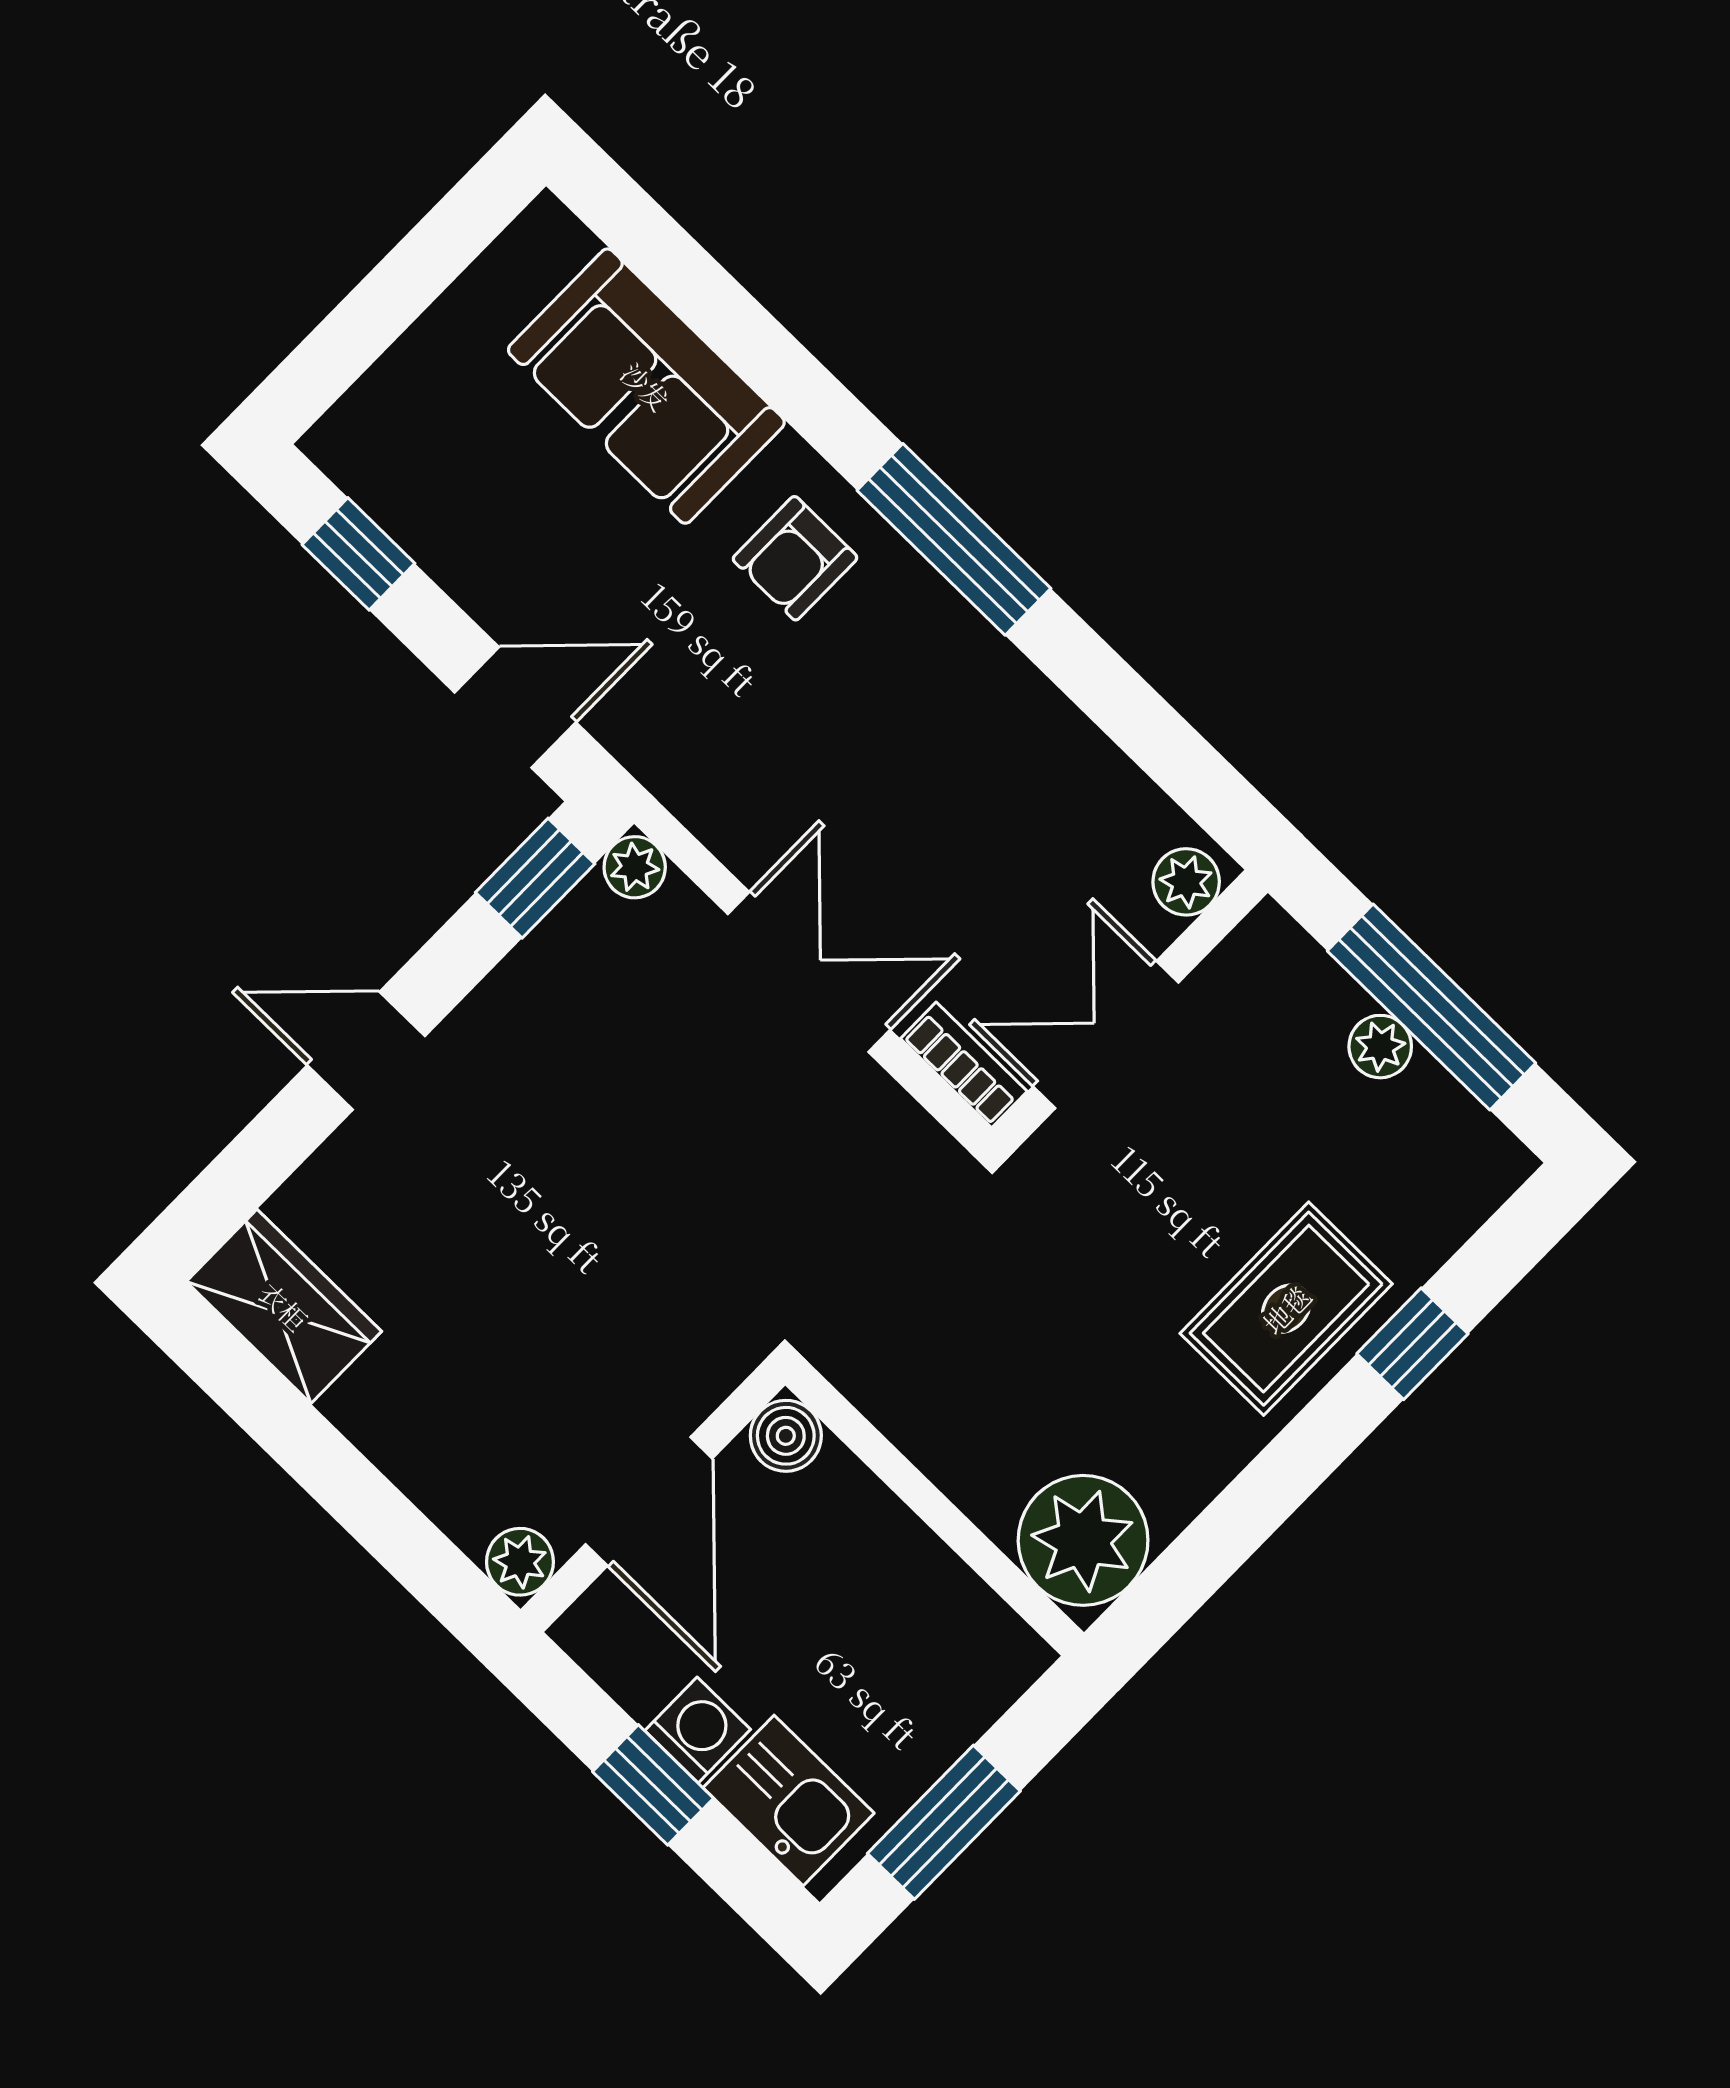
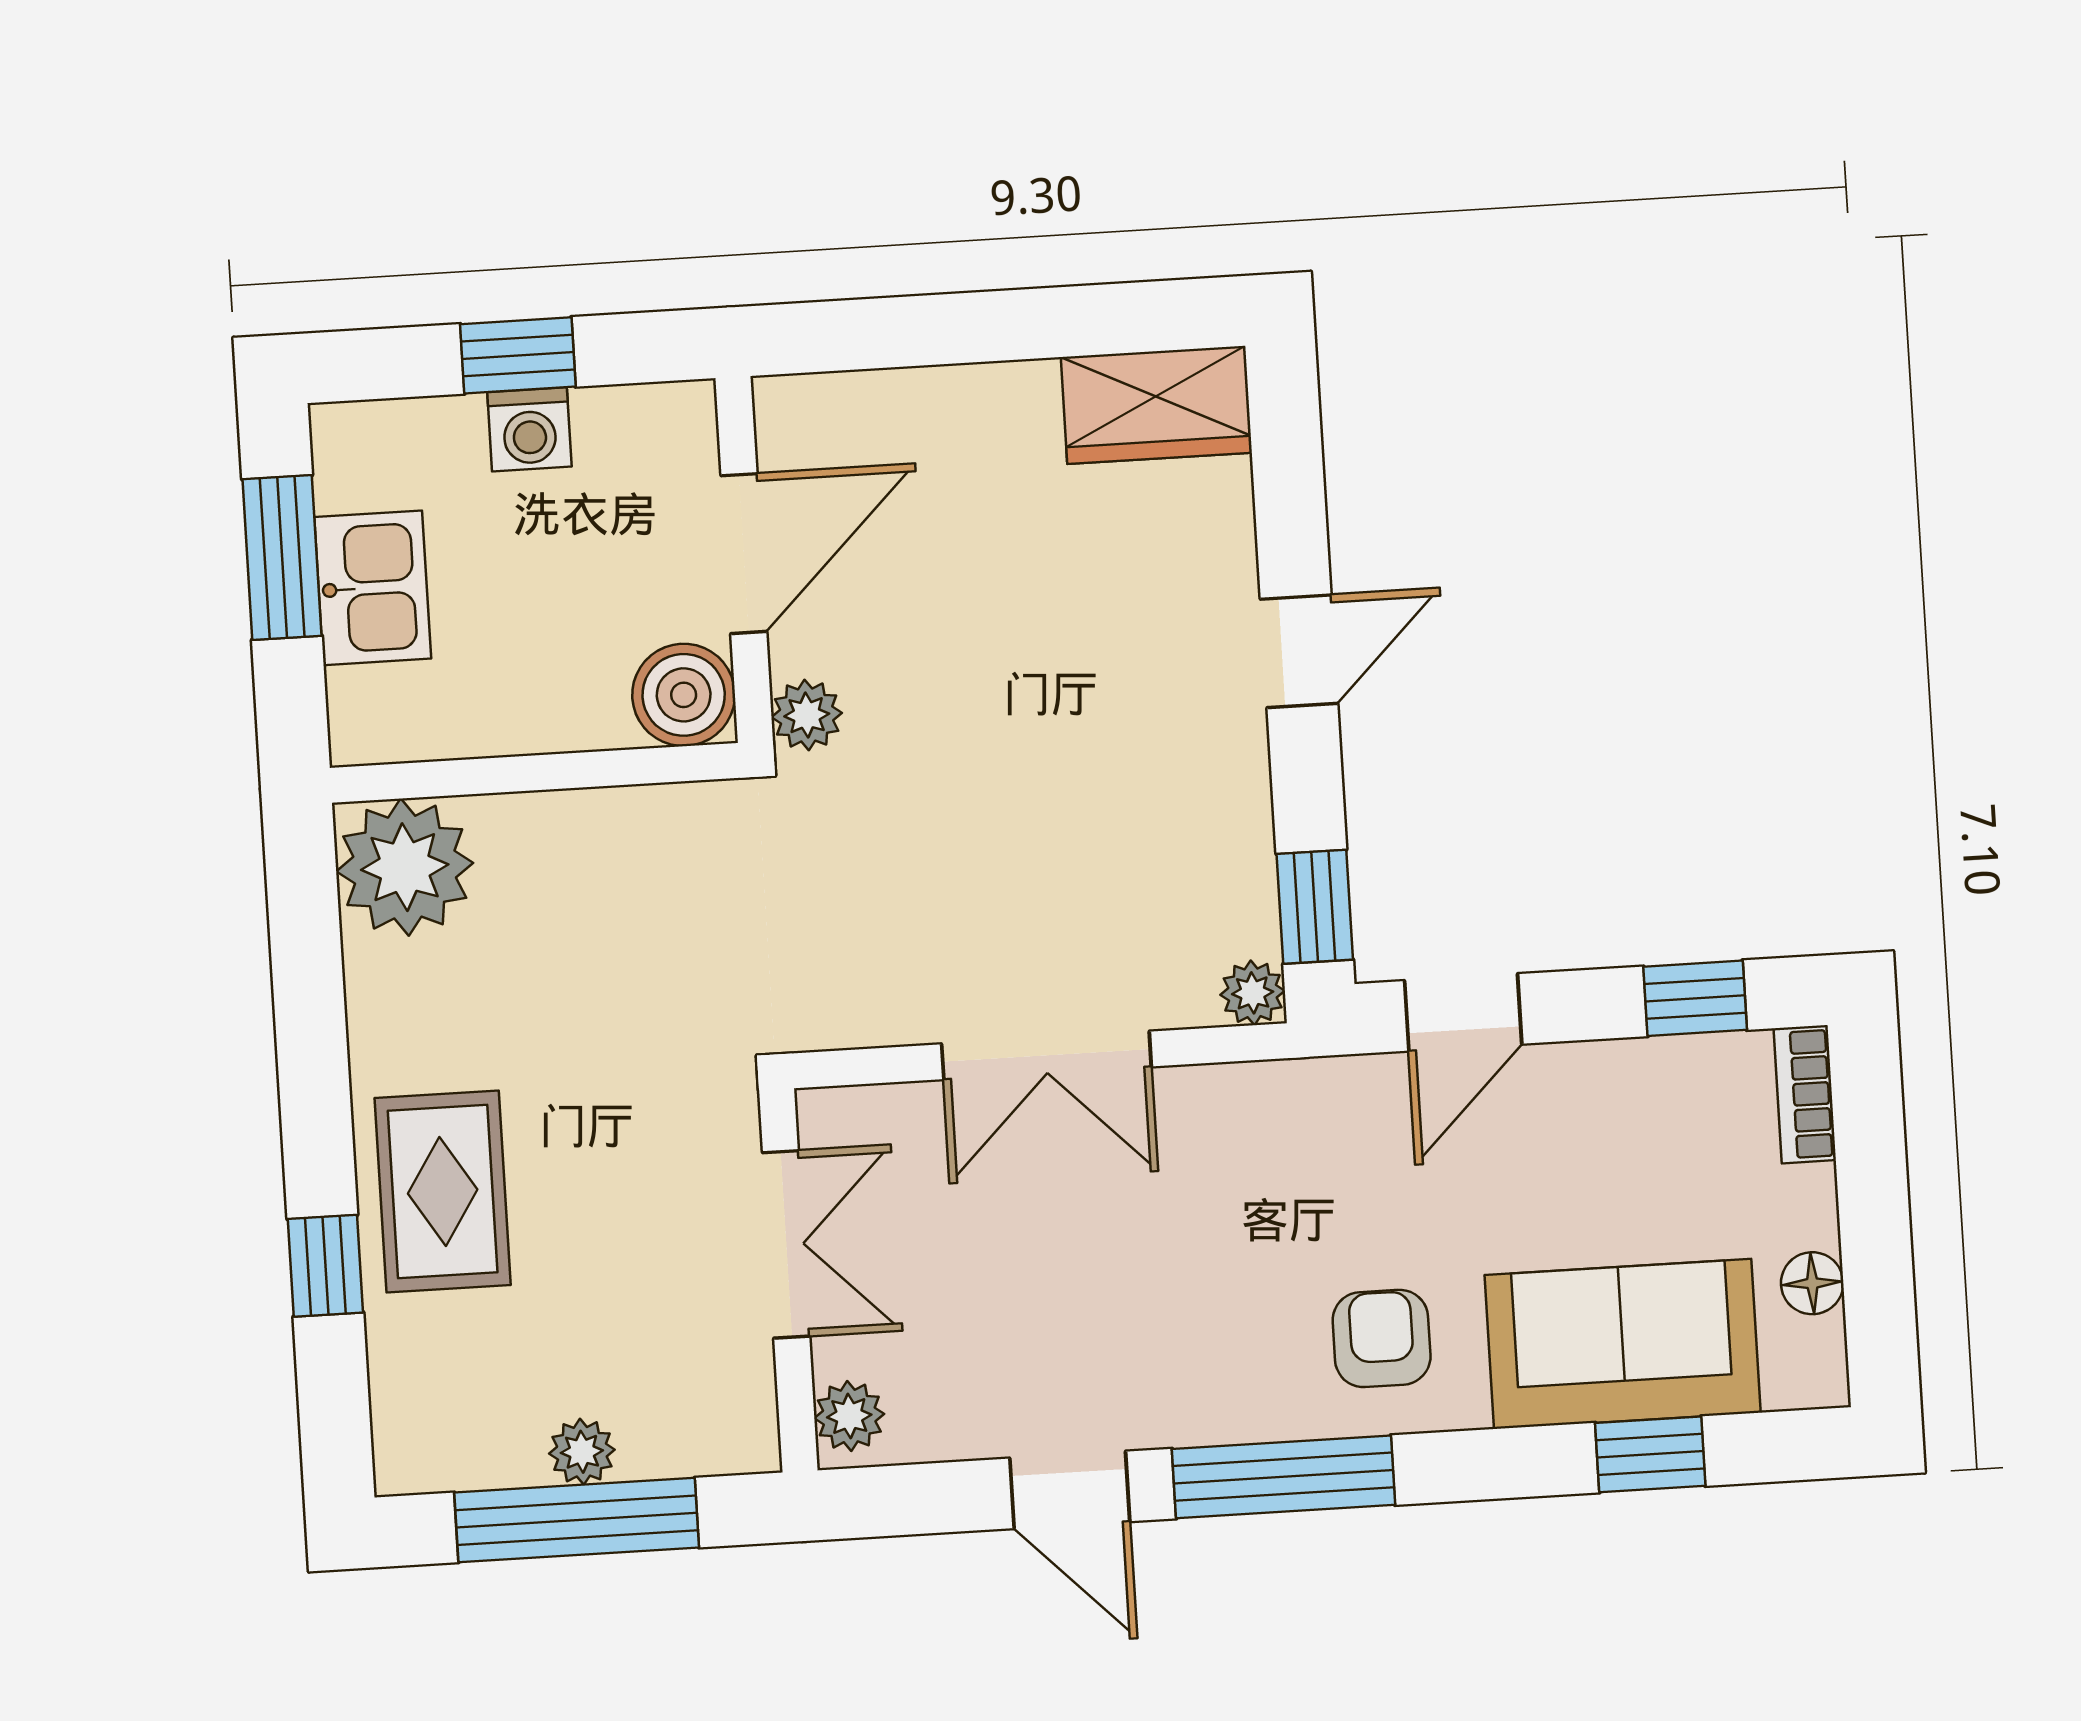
floor lamp: (484, 292) -> (1812, 1283), added
window: (706, 297) -> (1650, 1454), added
door: (1098, 681) -> (1070, 1490), added
bookcase: (964, 1065) -> (1805, 1094), moved, turned 90
boiler: (786, 1436) -> (684, 695), width x1.36, depth x1.36
door: (649, 1501) -> (744, 554), swing flipped
plant: (520, 1562) -> (807, 715), moved
kitchen sink: (789, 1800) -> (373, 588), moved, turned -90

